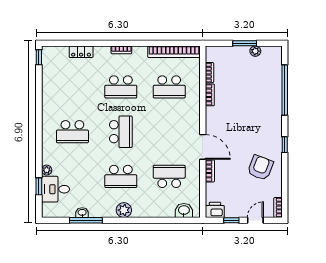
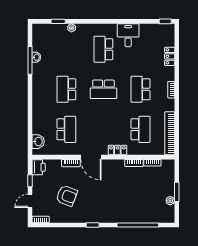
school desk: (169, 87) -> (140, 129), turned 180
locker: (194, 115) -> (117, 150), added
door: (203, 147) -> (91, 157), hinge flipped
armchair: (260, 168) -> (67, 196), moved
desk: (56, 189) -> (128, 35), moved
plant: (124, 210) -> (38, 92), removed
door: (255, 220) -> (30, 201), swing flipped

